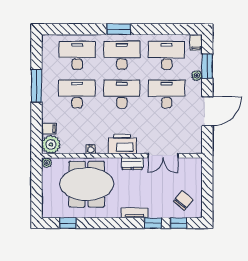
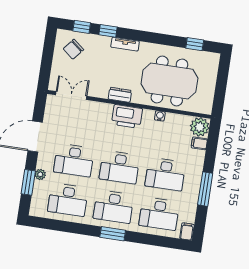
filing cabinet: (196, 42) -> (187, 232), moved
double door: (163, 156) -> (71, 96), moved
plant: (47, 163) -> (207, 109), removed

